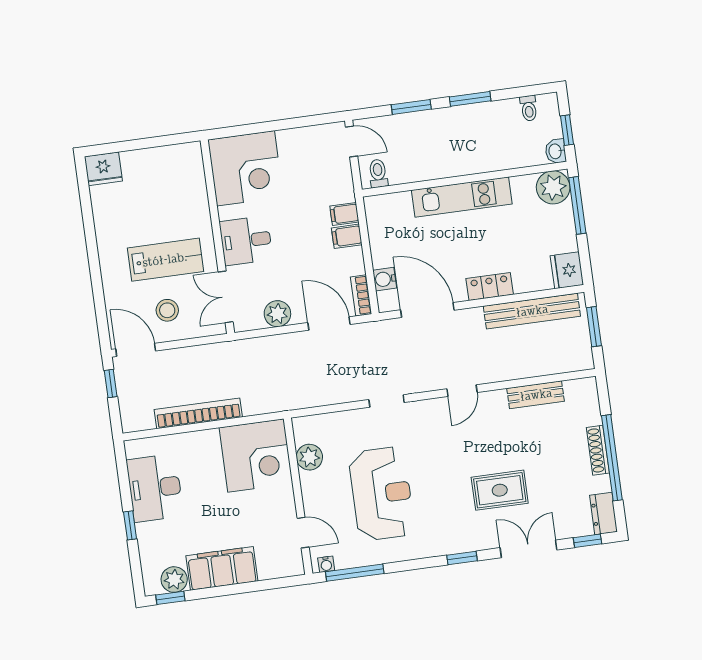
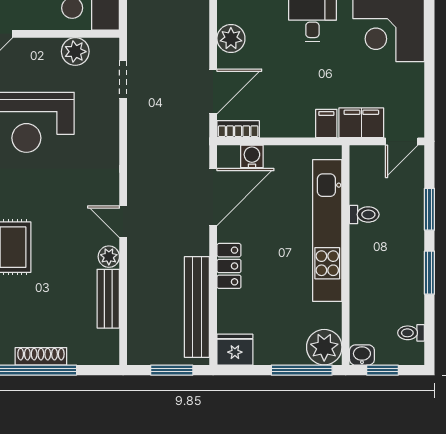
toilet: (378, 173) -> (364, 214), moved
kitchen unit: (462, 197) -> (327, 231), width x1.36
filing cabinet: (347, 236) -> (361, 123), moved, width x2.00
plant: (496, 400) -> (109, 257), added
doorway: (387, 401) -> (123, 79), moved

